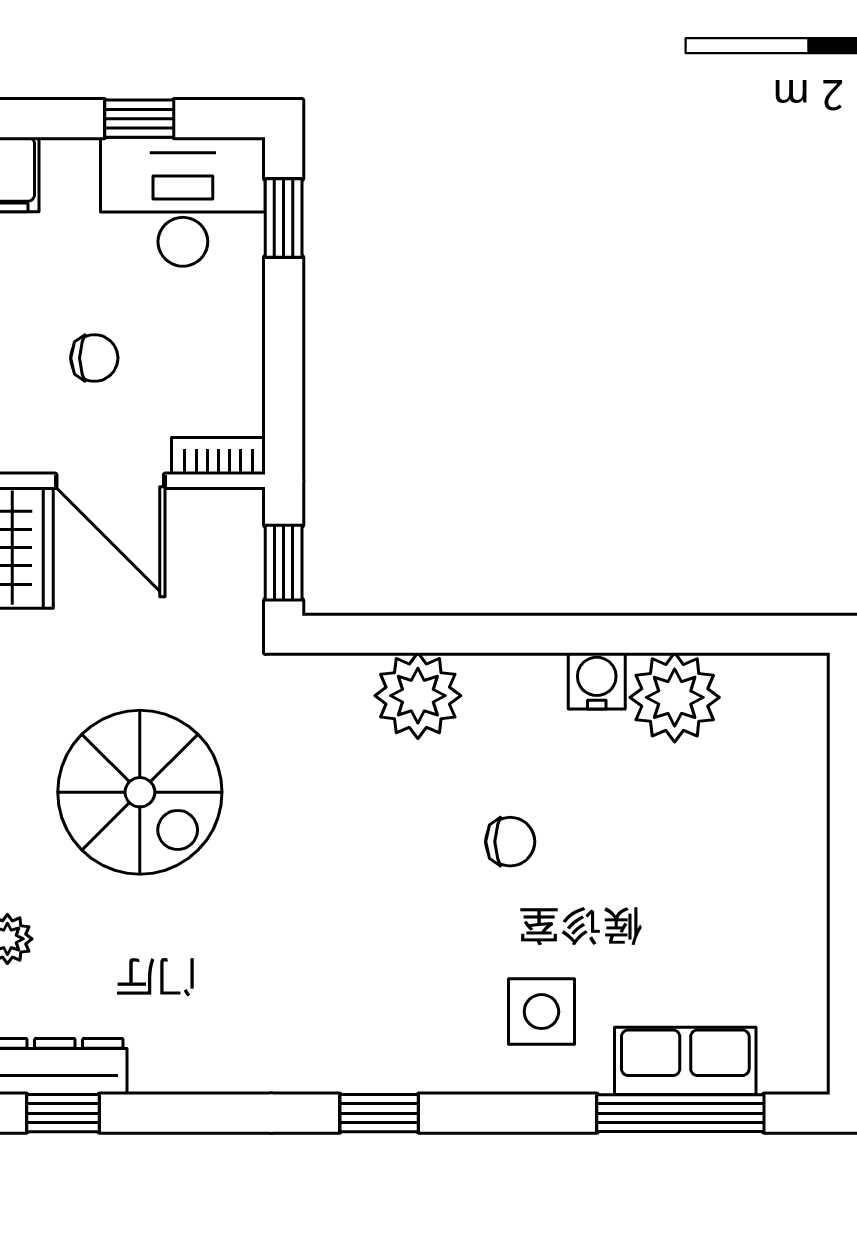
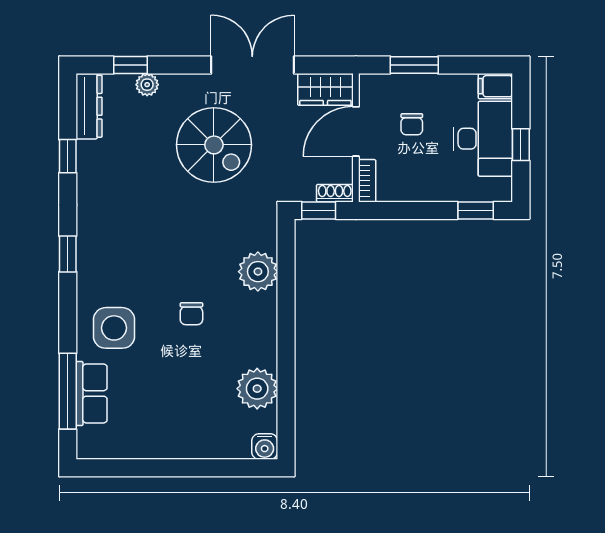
desk: (183, 202) -> (483, 139), moved
shoe rack: (246, 527) -> (335, 193), added
water cooler: (597, 681) -> (265, 446), moved, turned 90
spiral stairs: (140, 792) -> (214, 145), turned -90
side table: (541, 1012) -> (114, 328), width x1.37, depth x1.37
window: (63, 1113) -> (68, 156), moved

